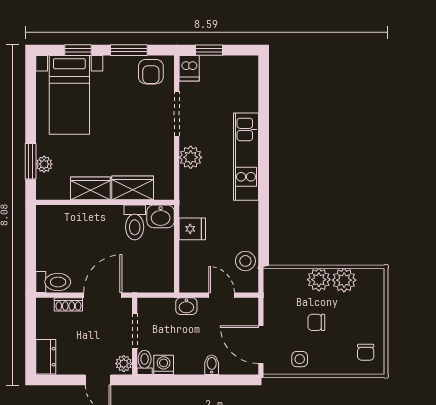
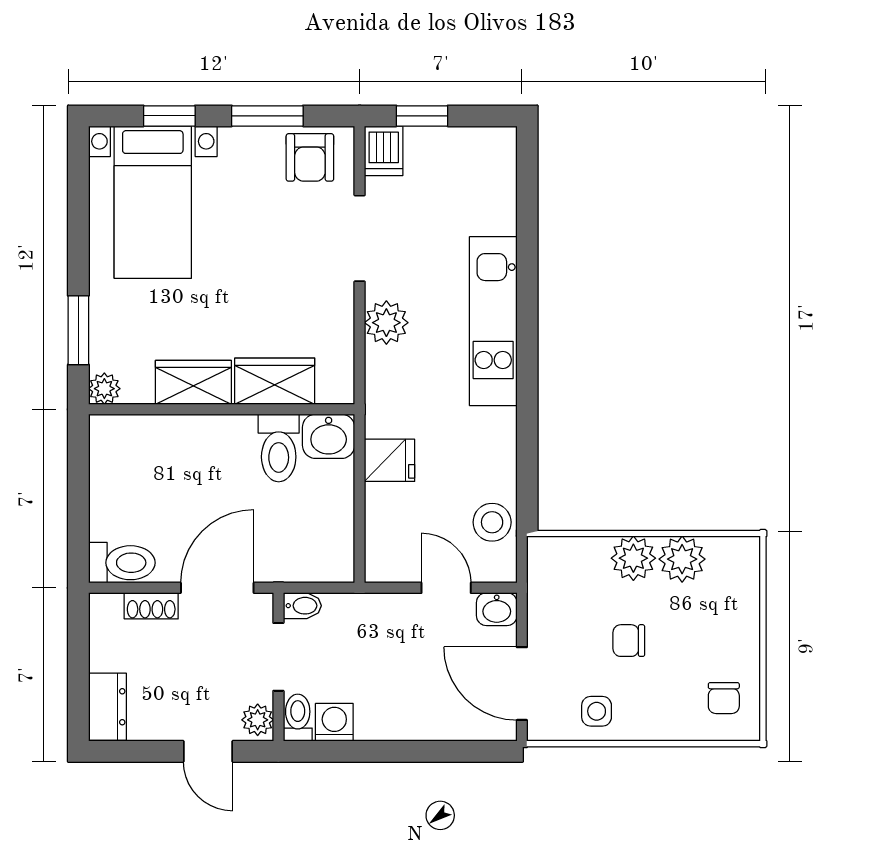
plant: (44, 164) -> (104, 389), moved
washbasin: (186, 306) -> (497, 609), moved
bidet: (212, 365) -> (302, 606), moved, turned 90

